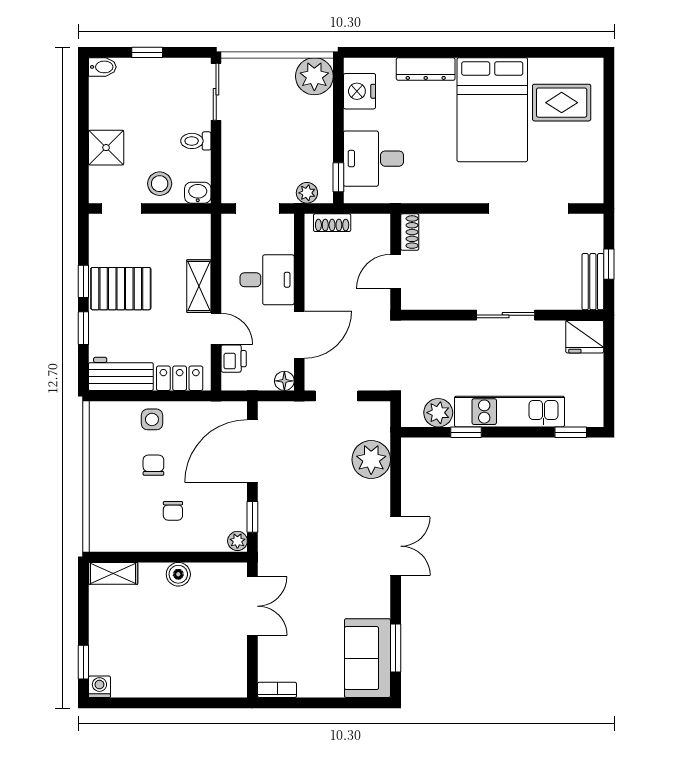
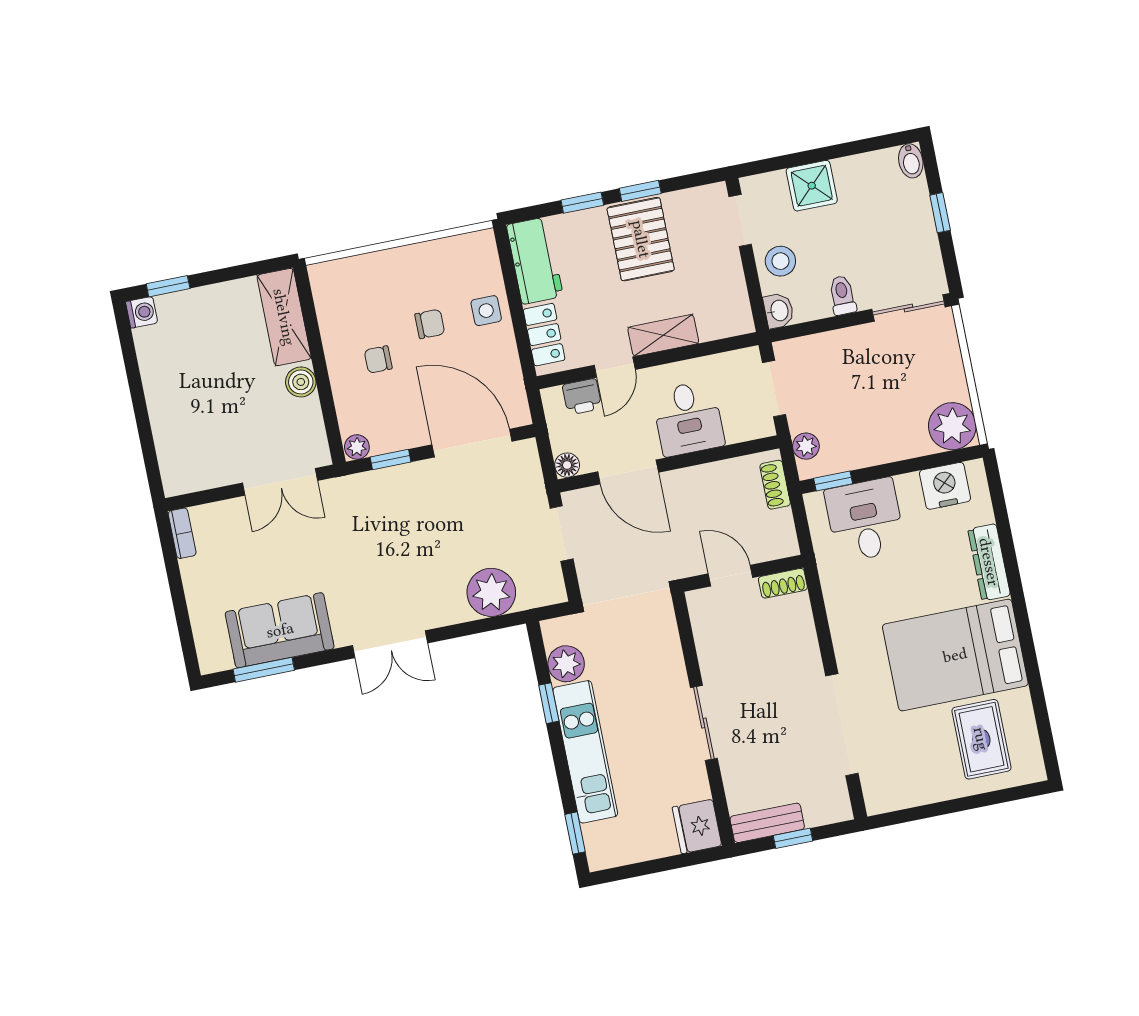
shelving: (113, 573) -> (284, 317), width x1.50, depth x1.33
sofa: (367, 658) -> (280, 630), moved

